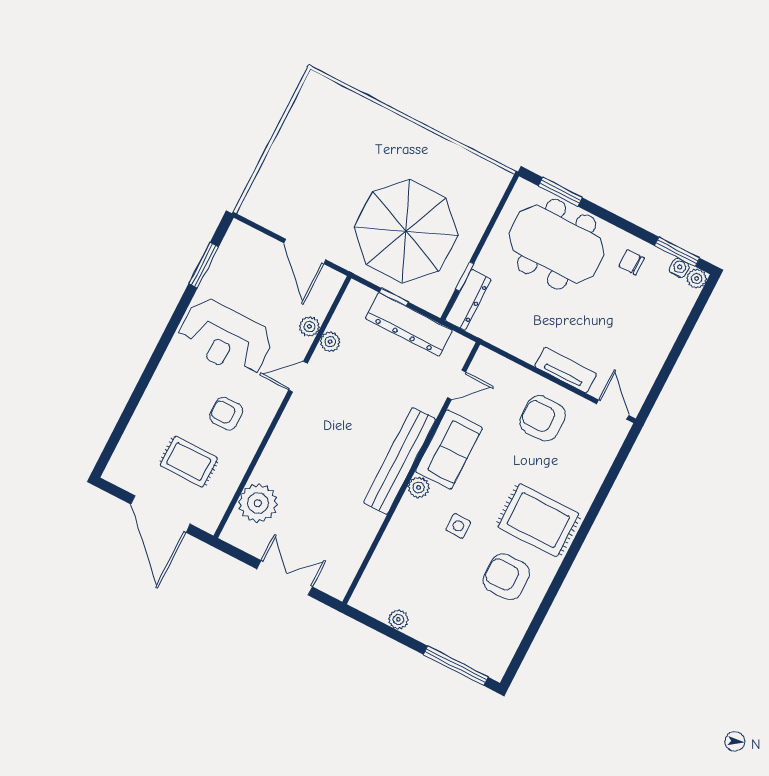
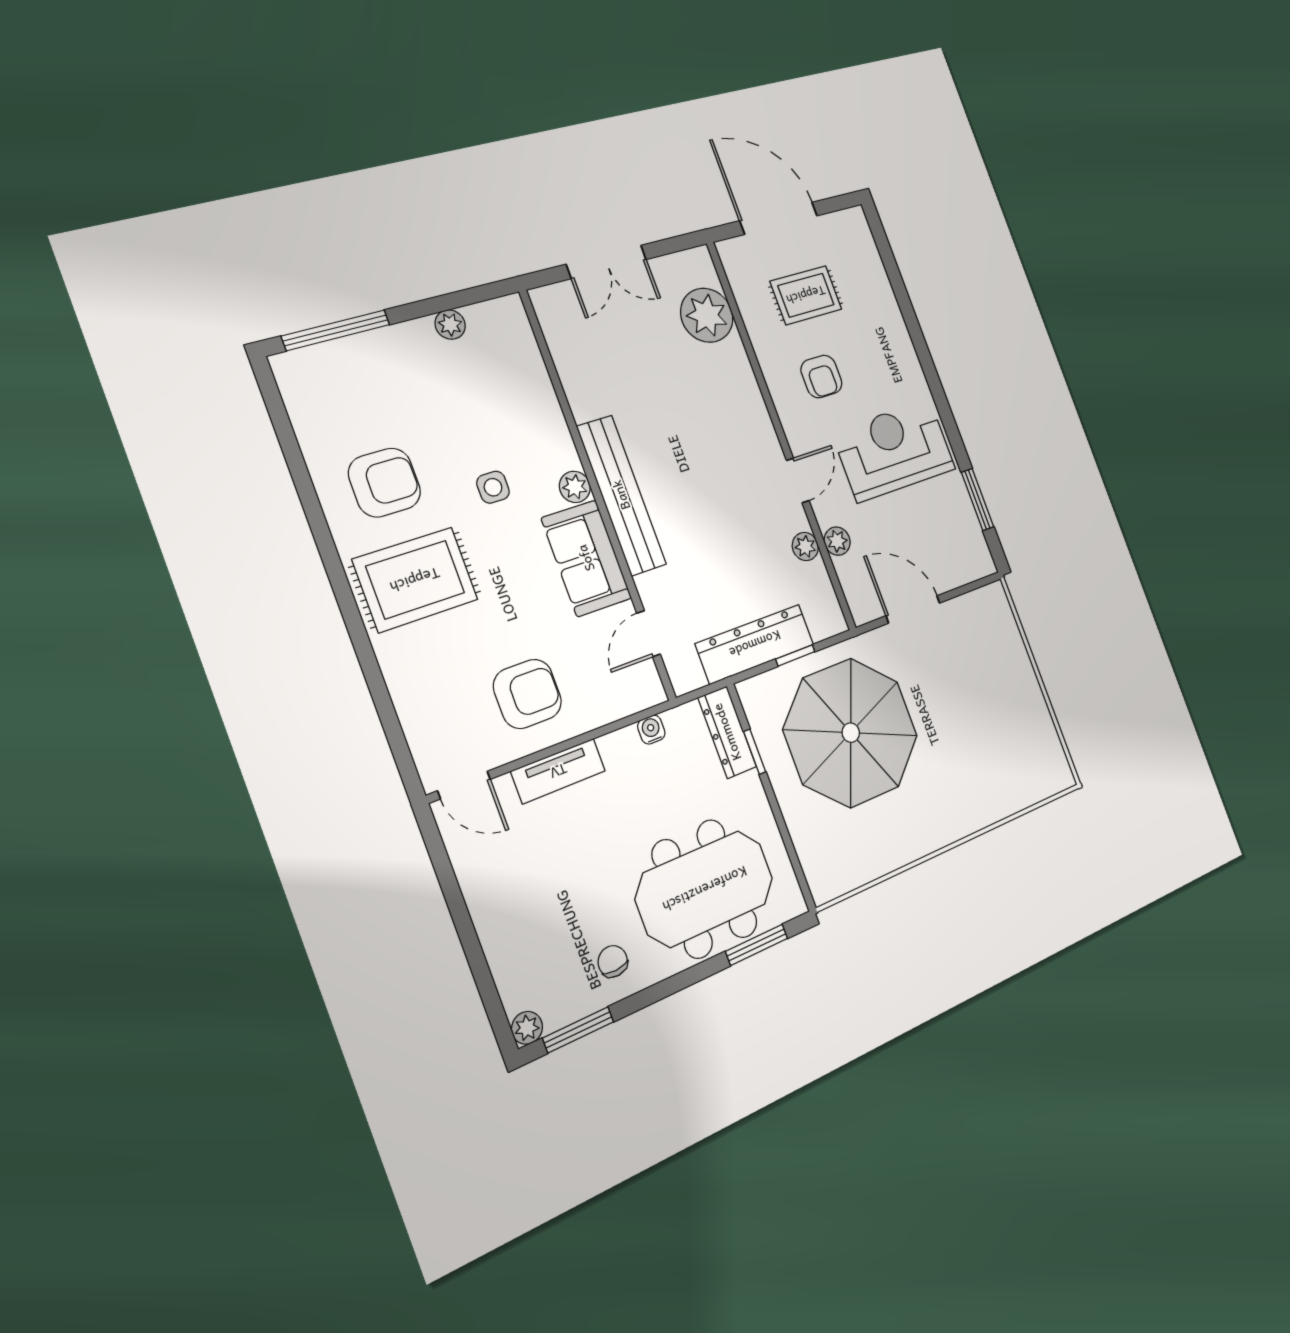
chair: (631, 262) -> (613, 961), turned -93
water cooler: (679, 268) -> (651, 730), moved, turned 180
armchair: (226, 414) -> (821, 377), turned 90

